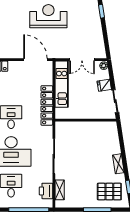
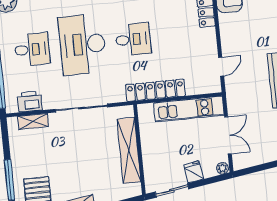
door: (35, 60) -> (221, 67), width x0.53
double door: (82, 60) -> (228, 135), swing flipped
shelving: (85, 127) -> (129, 150), added

